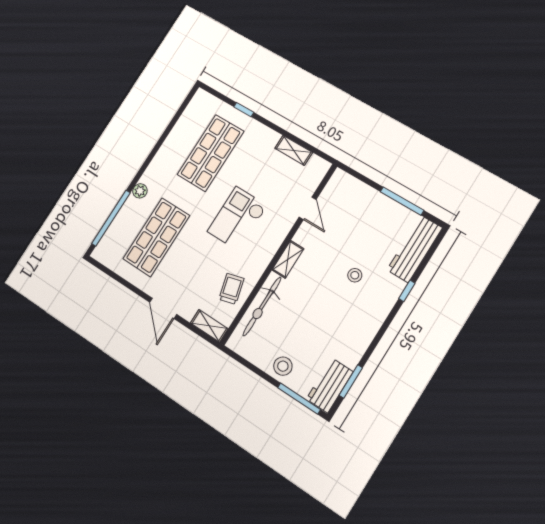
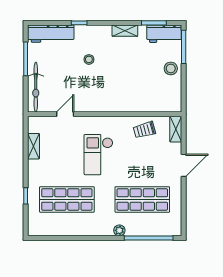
checkout: (237, 218) -> (98, 155), turned 90
shelving: (288, 259) -> (125, 31), moved
bicycle: (262, 306) -> (36, 87), moved, turned 90

